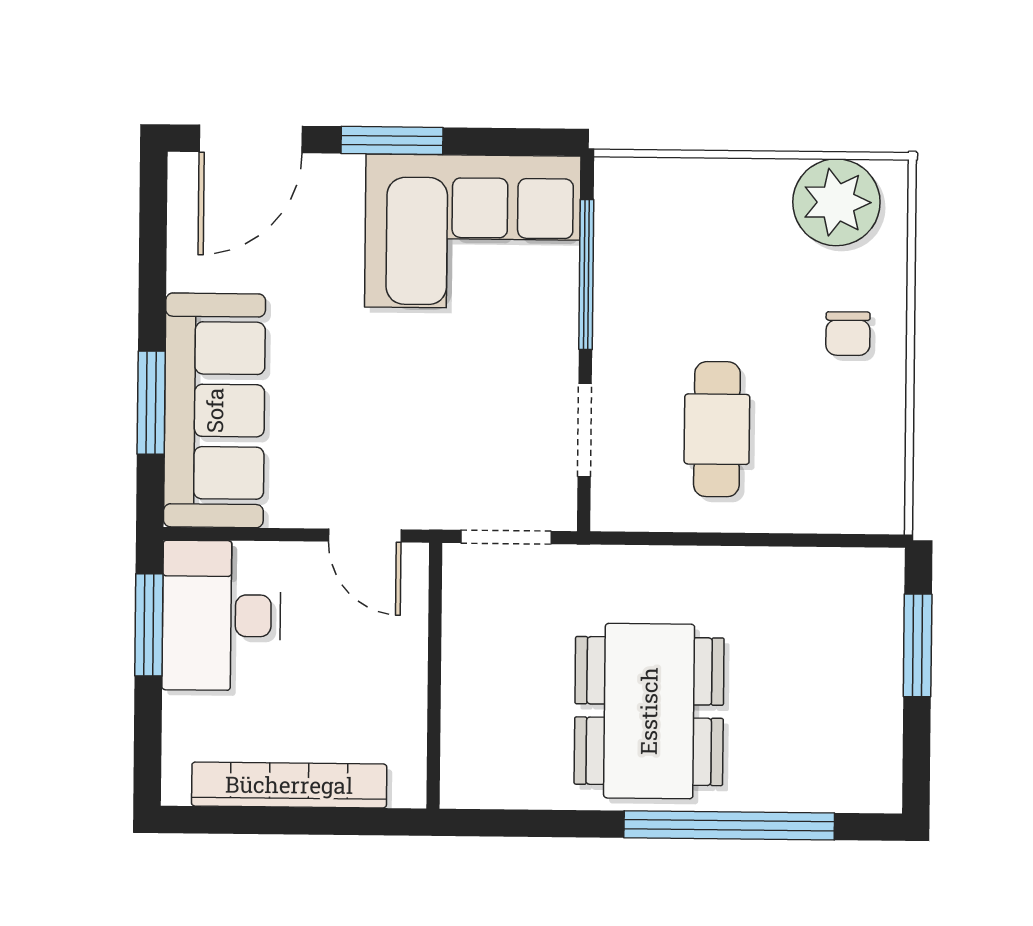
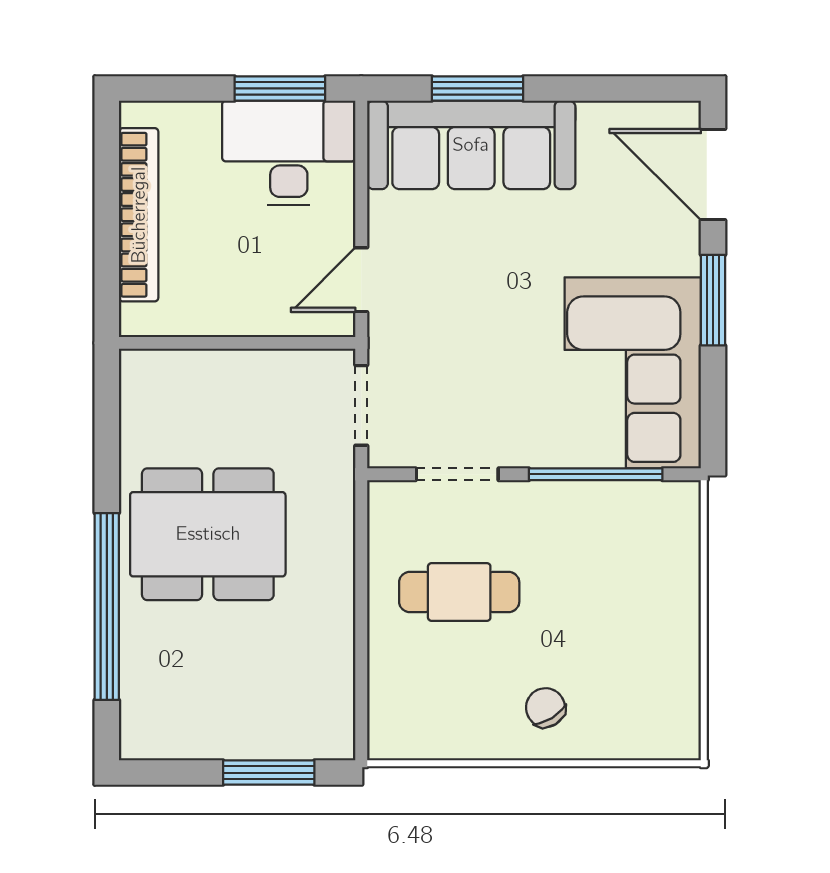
plant: (836, 202) -> (662, 696), removed
chair: (848, 334) -> (545, 708), turned 58

